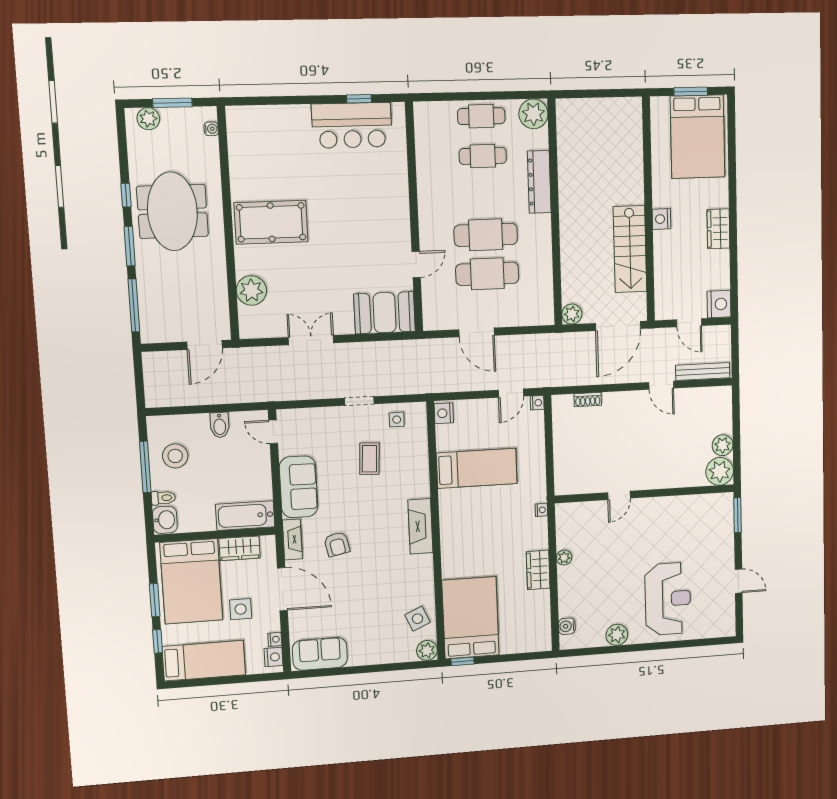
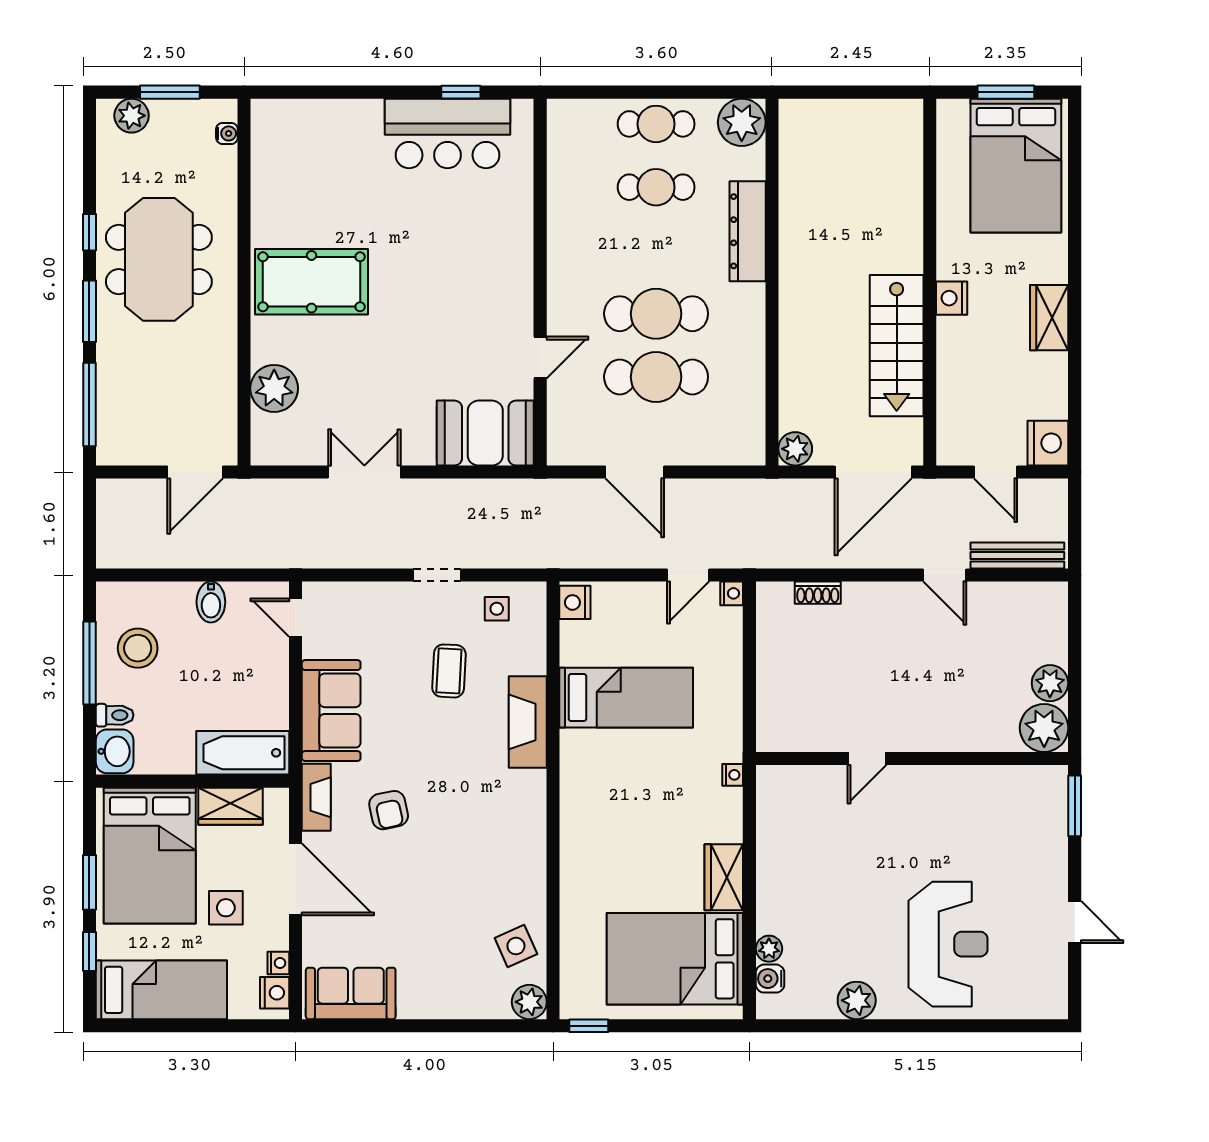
fireplace: (420, 526) -> (528, 722), moved
plant: (564, 558) -> (769, 949), moved
bed: (471, 618) -> (675, 959), moved, turned -90

